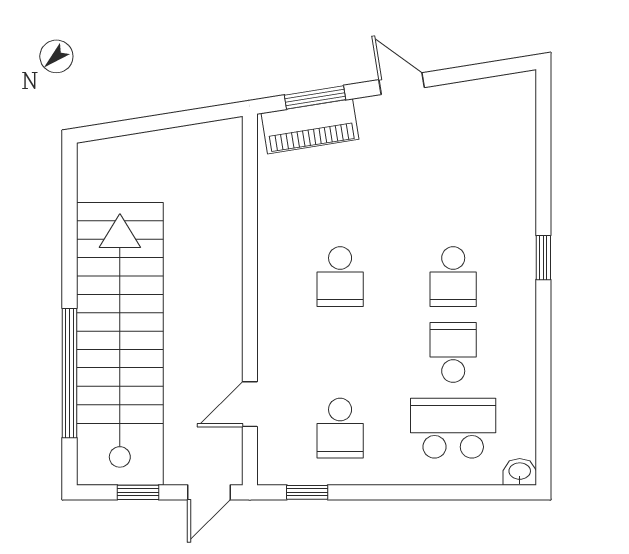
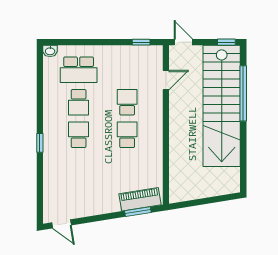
door: (402, 84) -> (62, 224), moved
school desk: (340, 428) -> (127, 102), moved
window: (138, 492) -> (226, 42), moved
door: (209, 492) -> (183, 42), hinge flipped

